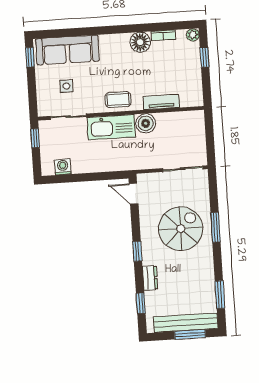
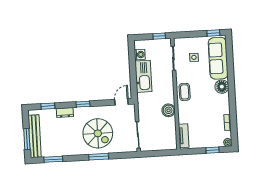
floor lamp: (140, 42) -> (222, 87), moved
tv unit: (161, 102) -> (184, 136), moved
kitchen sink: (111, 127) -> (143, 76), moved, turned 180

